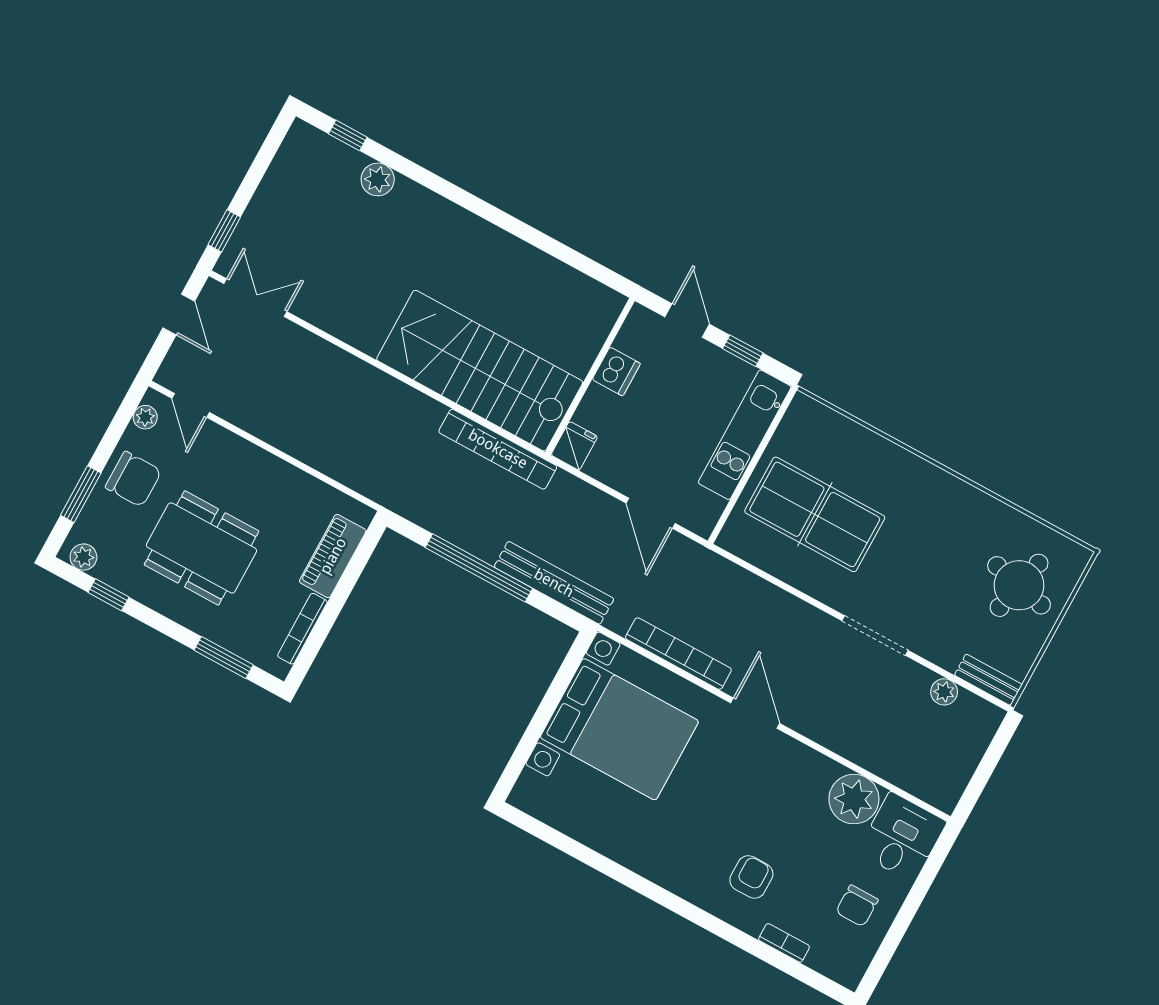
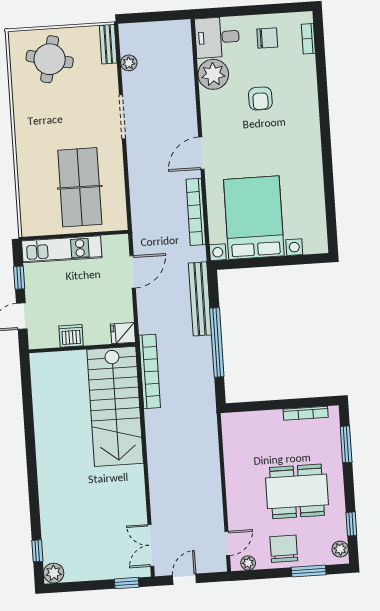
plant: (378, 179) -> (54, 573), moved
dining table: (202, 548) -> (297, 491), turned 90
piano: (333, 556) -> (258, 421), removed
armchair: (751, 877) -> (260, 98), moved, turned -90
bookcase: (784, 943) -> (308, 39), moved

